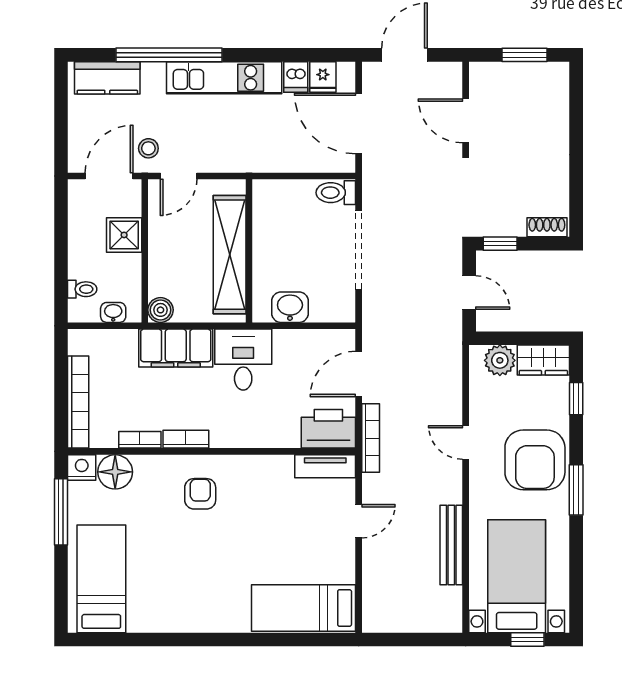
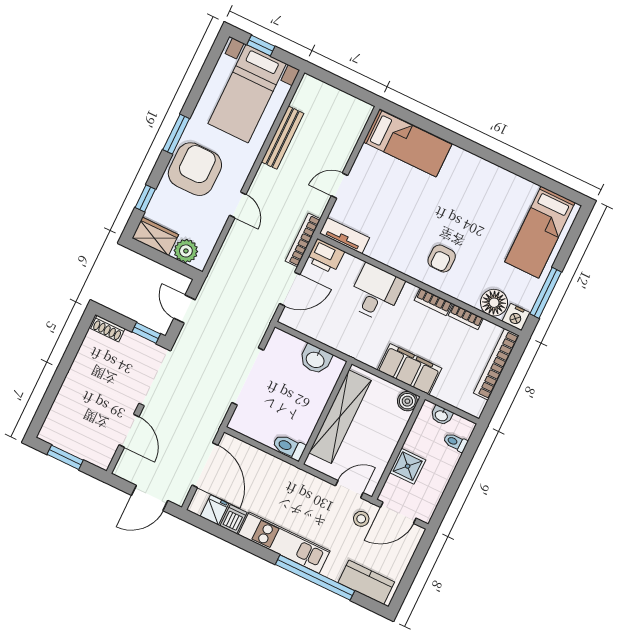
toilet: (336, 193) -> (289, 447), moved, turned 180
desk: (243, 360) -> (376, 293), moved, turned 180
printer: (328, 429) -> (325, 256), width x0.73, depth x0.84

